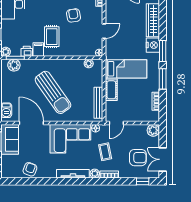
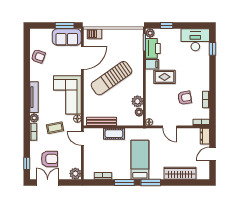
nightstand: (153, 45) -> (156, 173), removed
printer: (27, 51) -> (153, 48), width x1.87, depth x1.48
plant: (14, 65) -> (137, 101), moved
bed: (126, 69) -> (140, 160), moved, turned 180
armchair: (138, 158) -> (49, 159), turned -90

